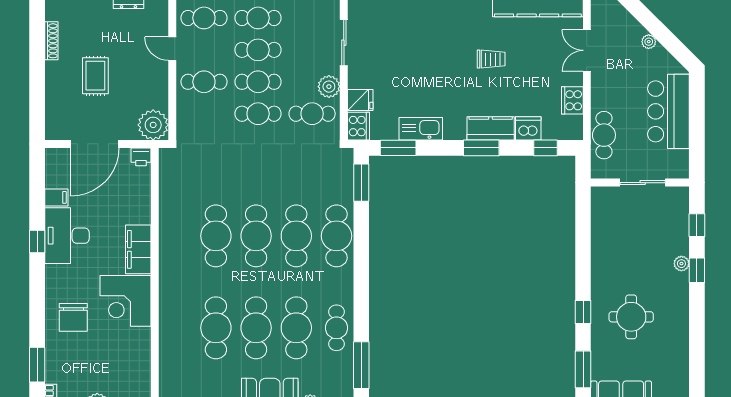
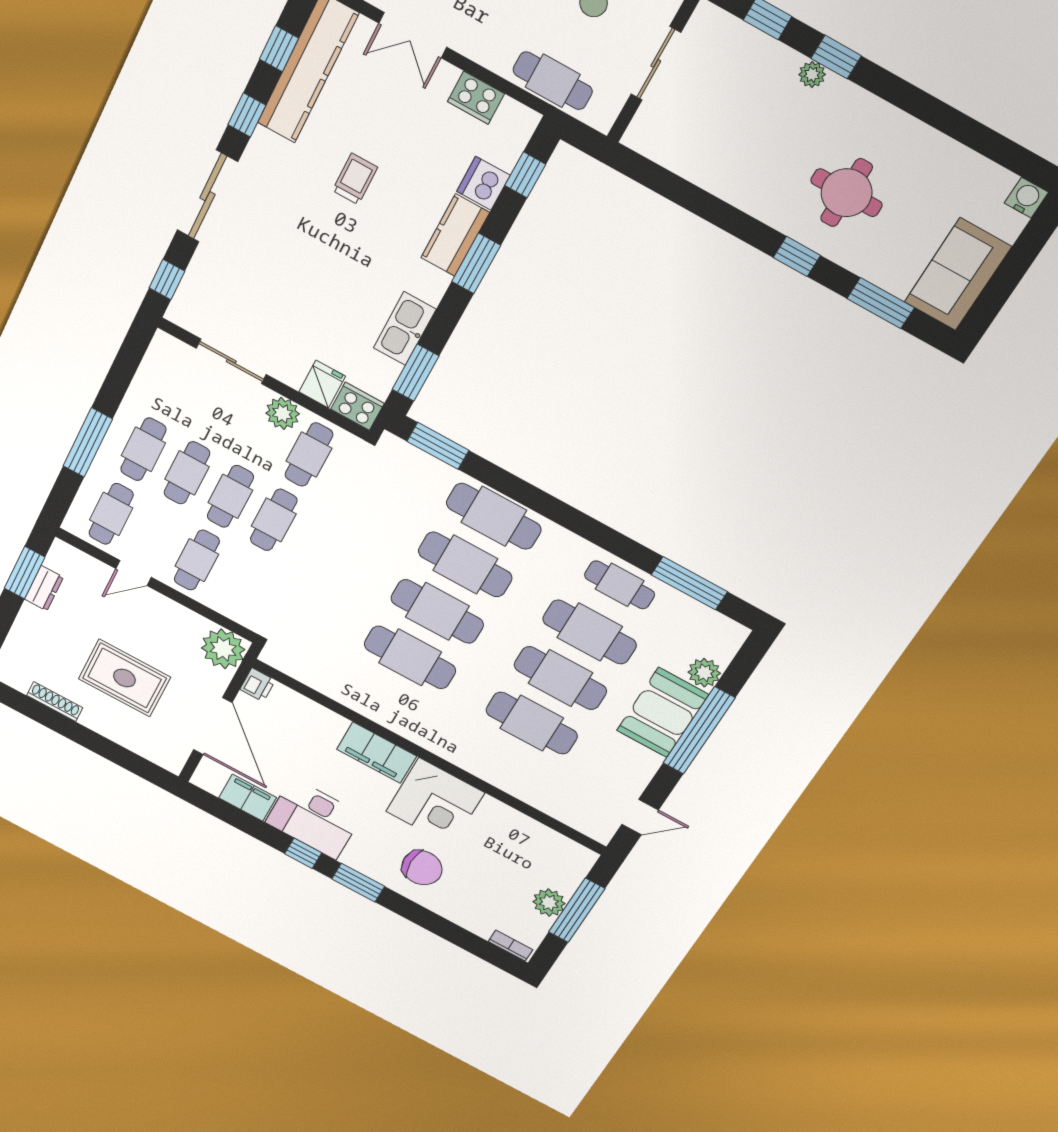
rug: (95, 76) -> (124, 678), width x1.36, depth x1.43
filing cabinet: (56, 197) -> (248, 798), width x2.00
window: (37, 365) -> (358, 883), moved

